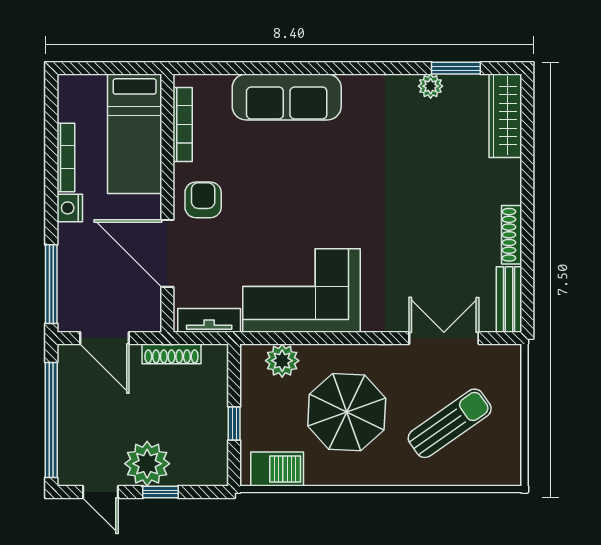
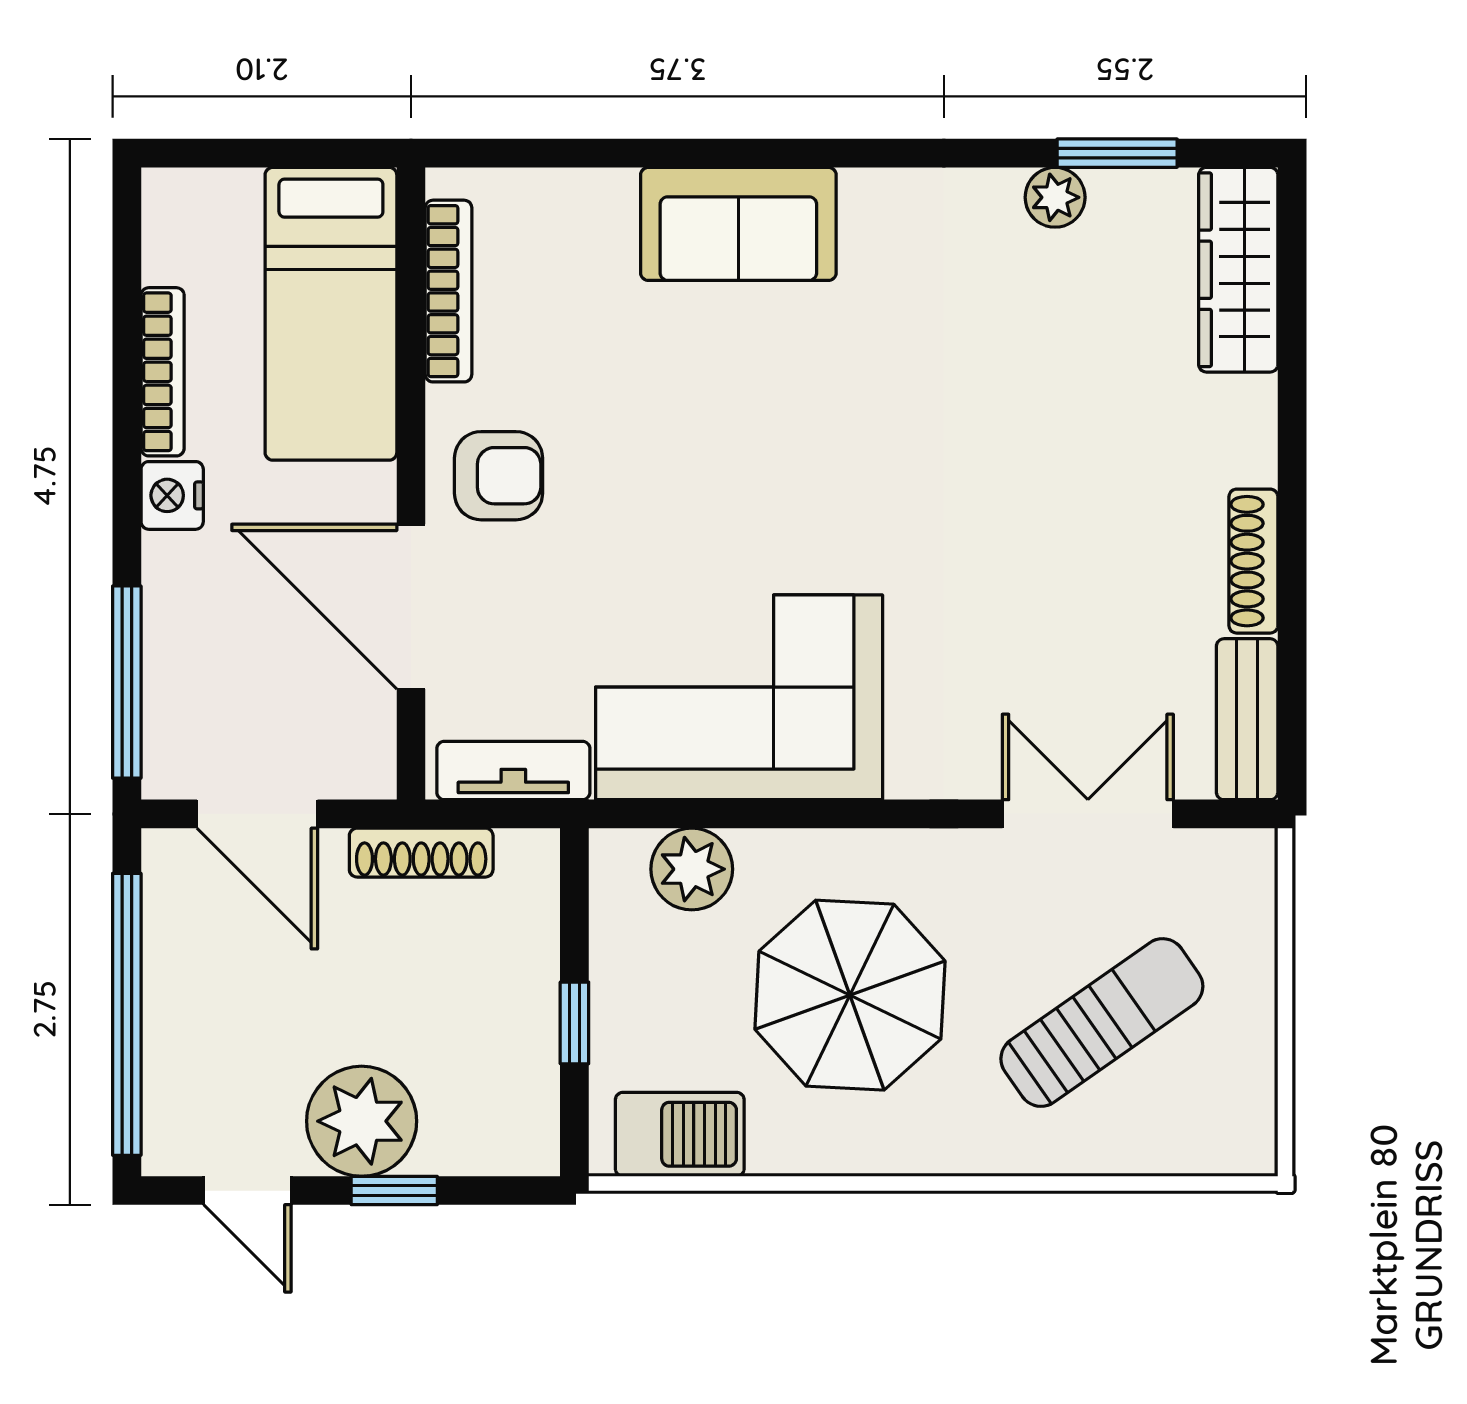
sofa: (287, 97) -> (738, 224), width x0.73
armchair: (203, 200) -> (499, 476), turned 90

